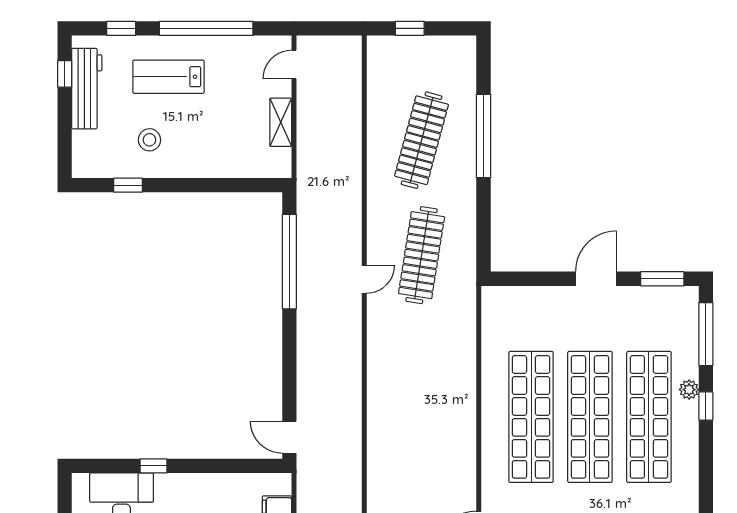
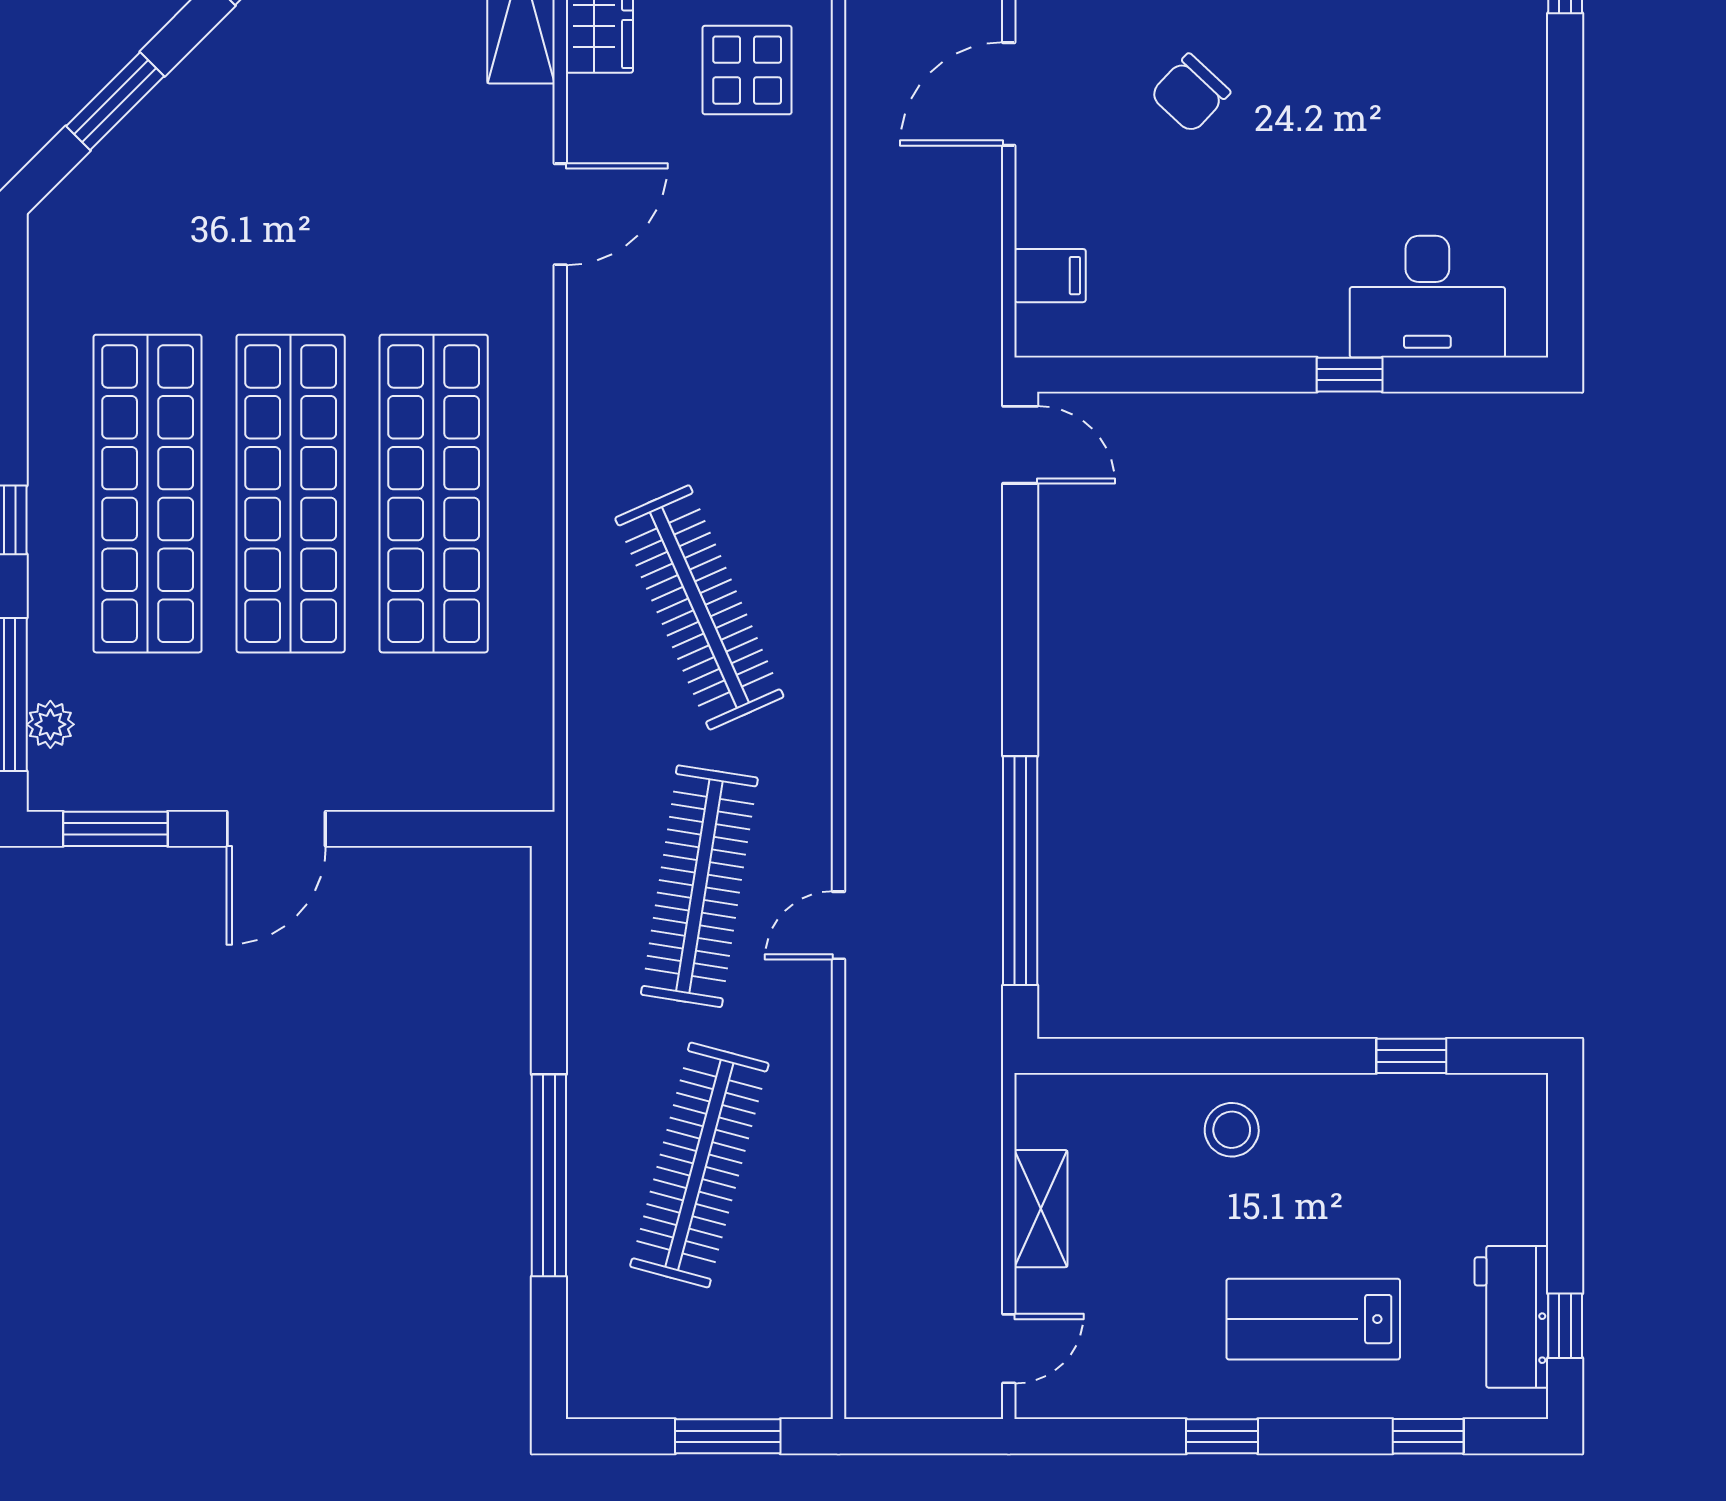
window: (206, 28) -> (1222, 1436), width x0.32
window: (410, 28) -> (728, 1436), width x1.50
lab bench: (168, 77) -> (1313, 1319), turned 180
workbench: (87, 89) -> (1511, 1317), width x0.73
stool: (149, 140) -> (1232, 1130), moved
door: (364, 279) -> (838, 925), moved
clothes rail: (422, 370) -> (699, 607), added
plant: (689, 390) -> (50, 724), moved

